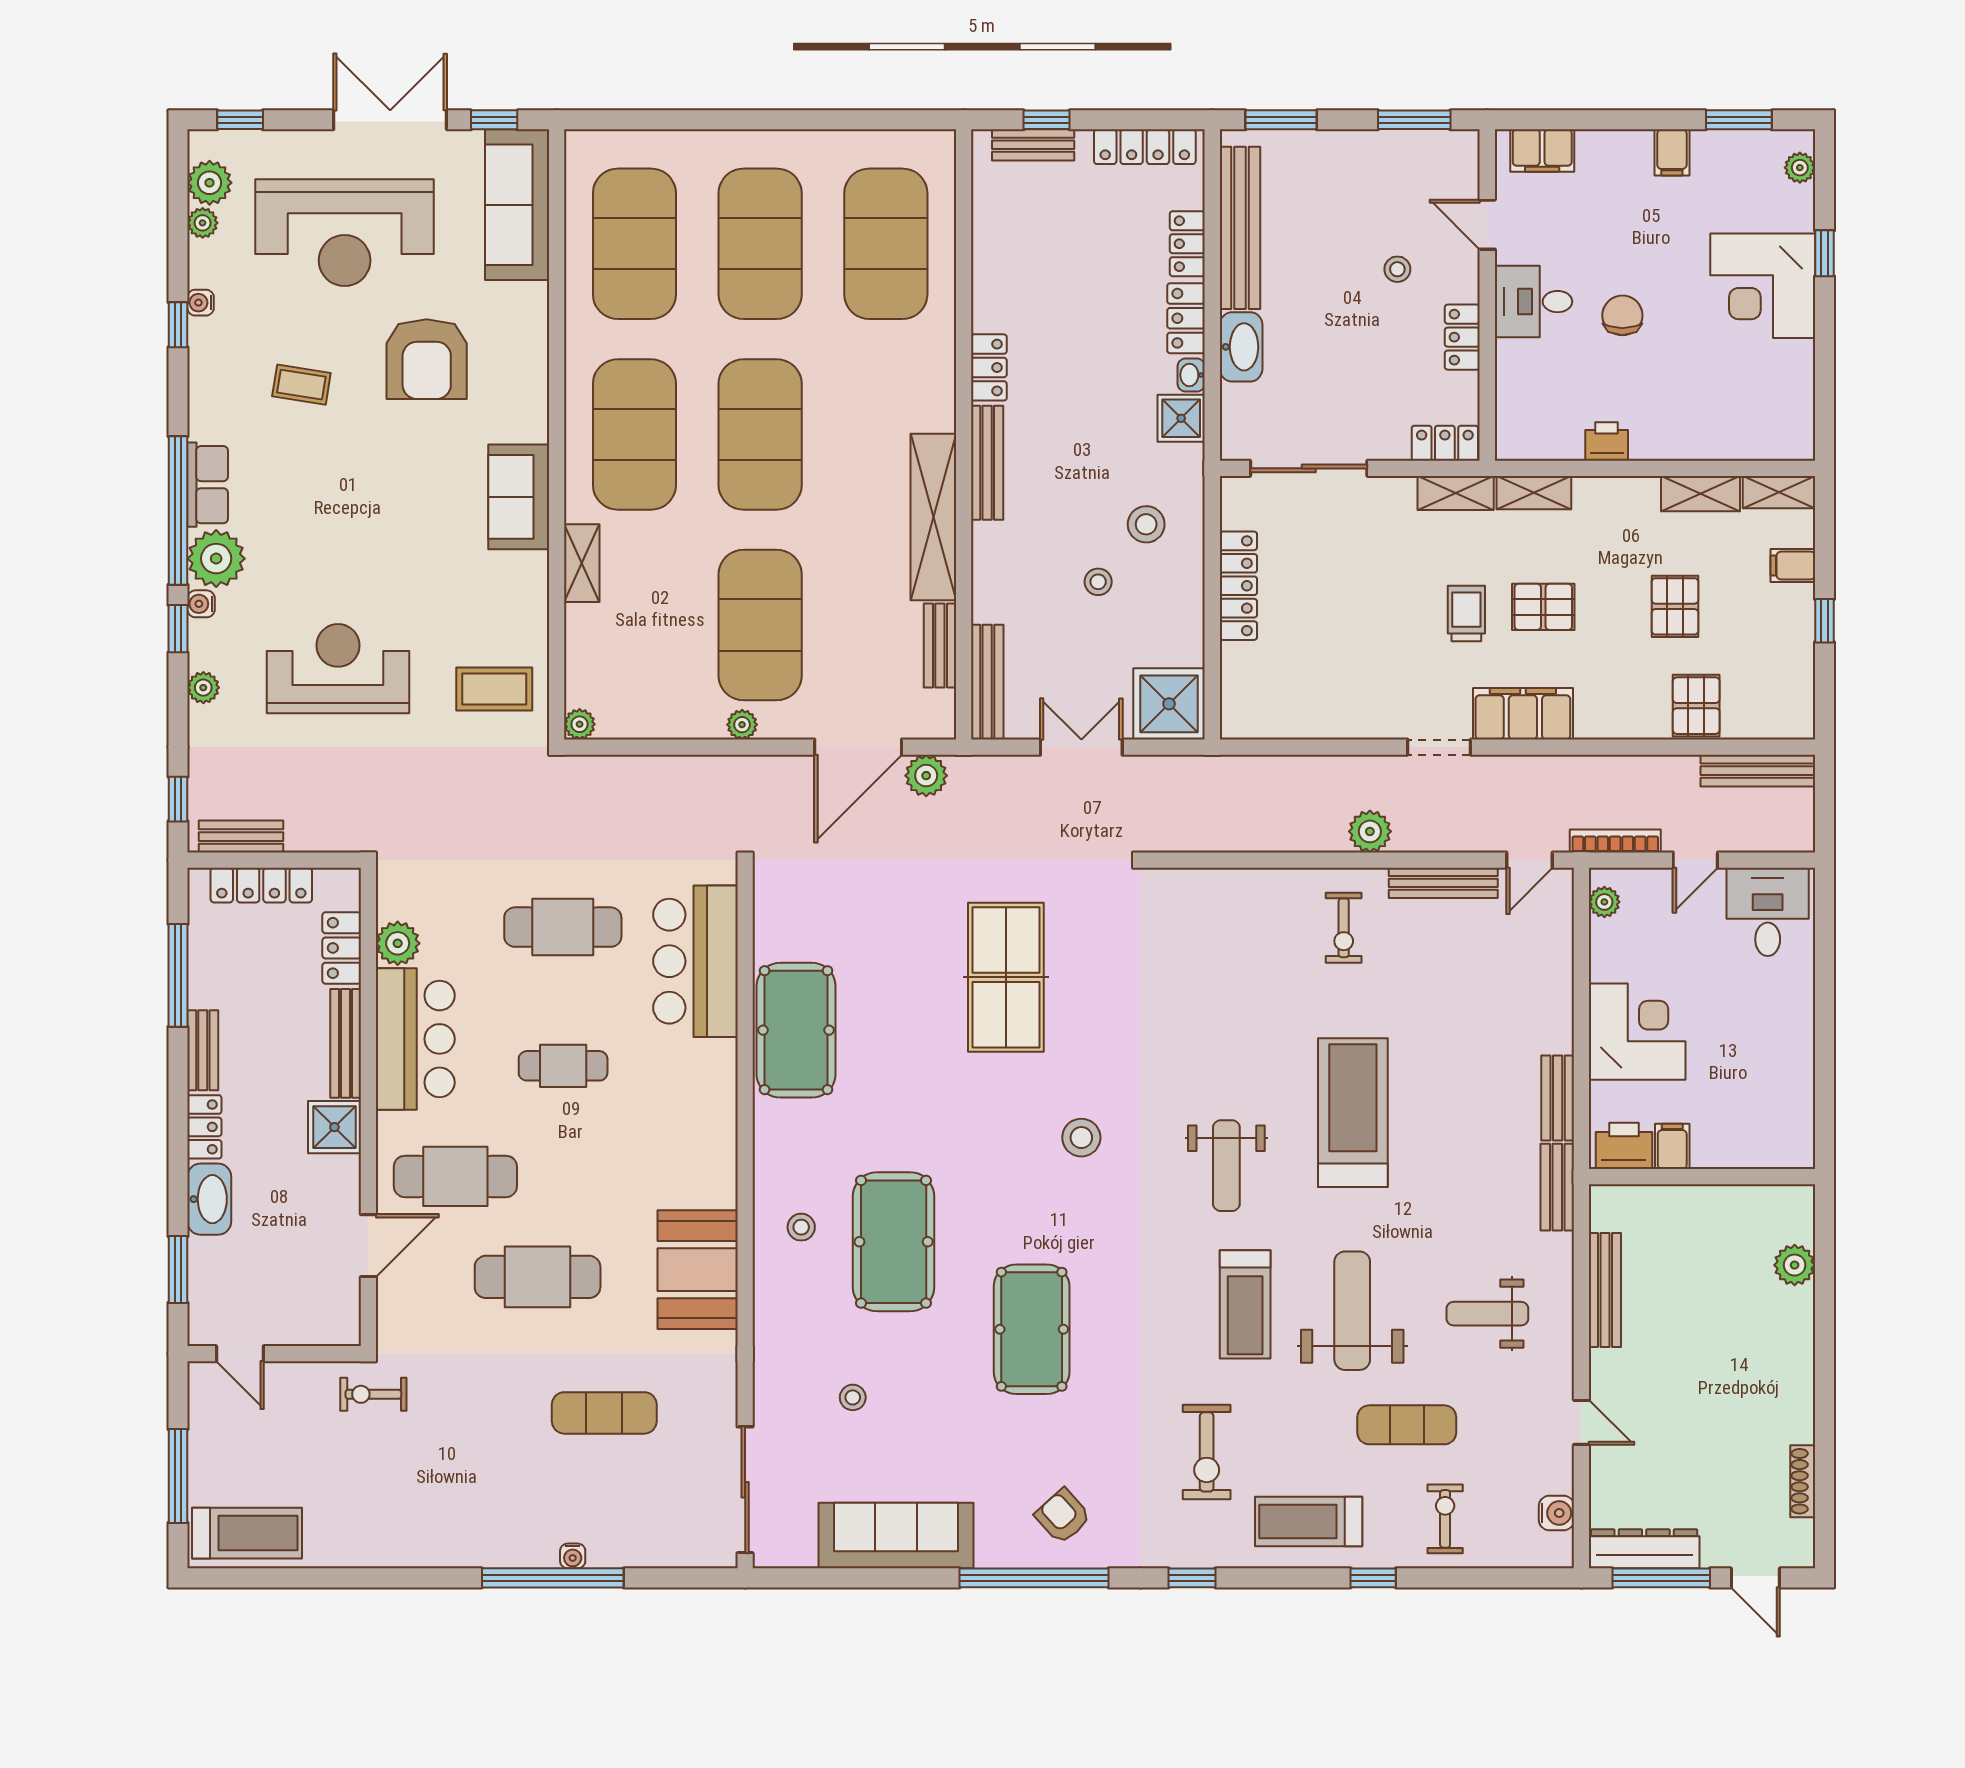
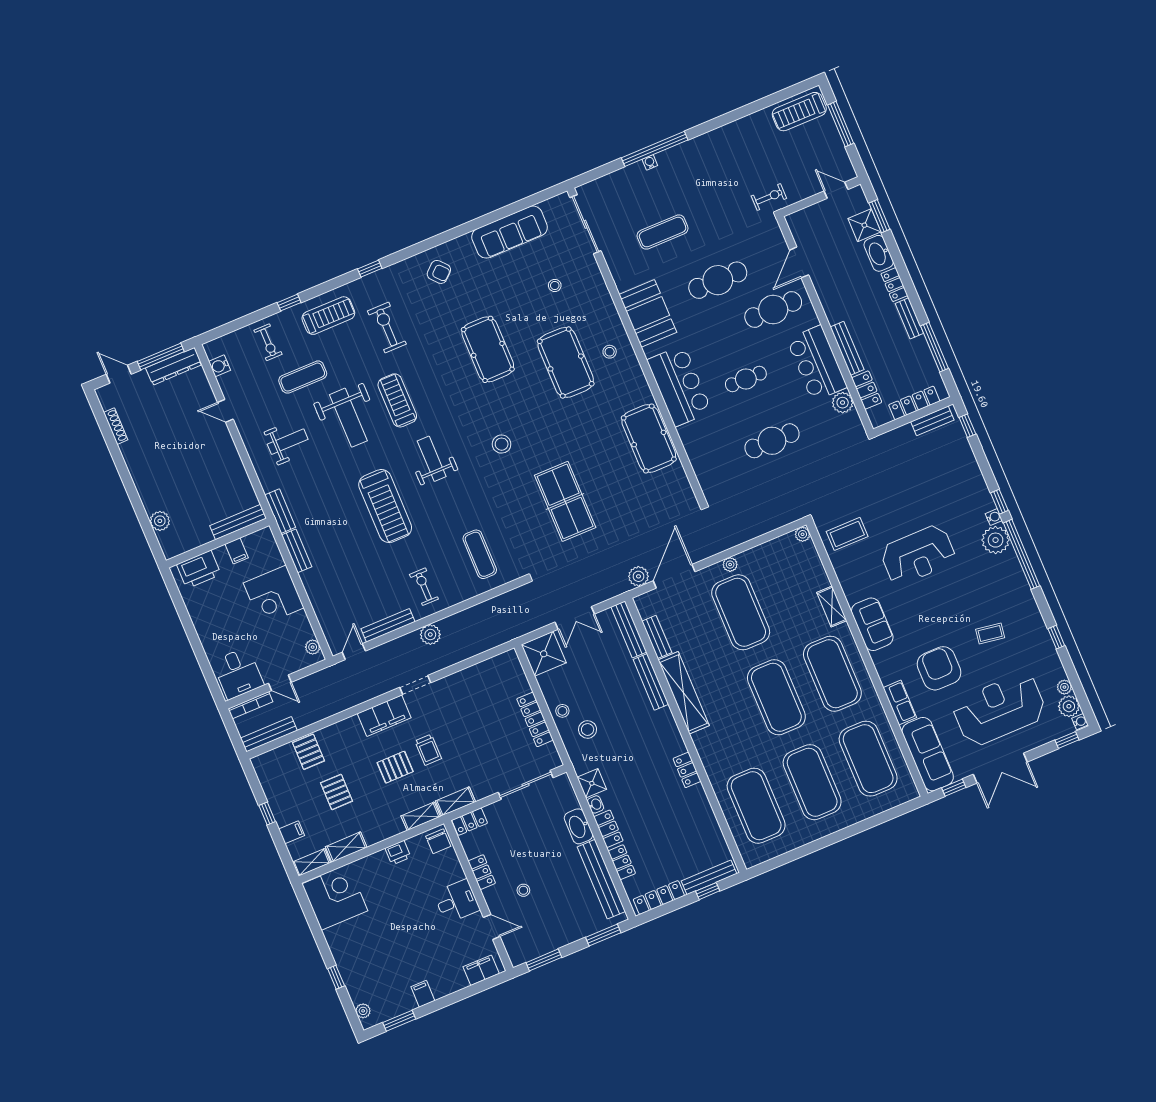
bench: (1033, 145) -> (709, 877), width x1.36
corner desk: (1763, 286) -> (335, 897), moved
water cooler: (201, 303) -> (1080, 722), moved
chair: (1622, 315) -> (438, 841), moved
bench: (987, 463) -> (651, 682), moved
row of seats: (208, 485) -> (900, 703), moved, turned 180
stool: (1098, 582) -> (562, 711), moved
reception desk: (338, 669) -> (918, 555), moved
plant: (203, 688) -> (977, 480), removed
bookcase: (1615, 841) -> (250, 705), moved
door: (1695, 860) -> (280, 683), swing flipped
exercise mat: (1211, 945) -> (480, 554), added
bar counter: (695, 961) -> (679, 386), moved
shower: (334, 1127) -> (864, 225), moved
printer: (1624, 1146) -> (199, 569), moved, width x1.37, depth x1.19
bench: (1605, 1290) -> (238, 522), moved, turned 90
window: (1034, 1578) -> (440, 239), removed

